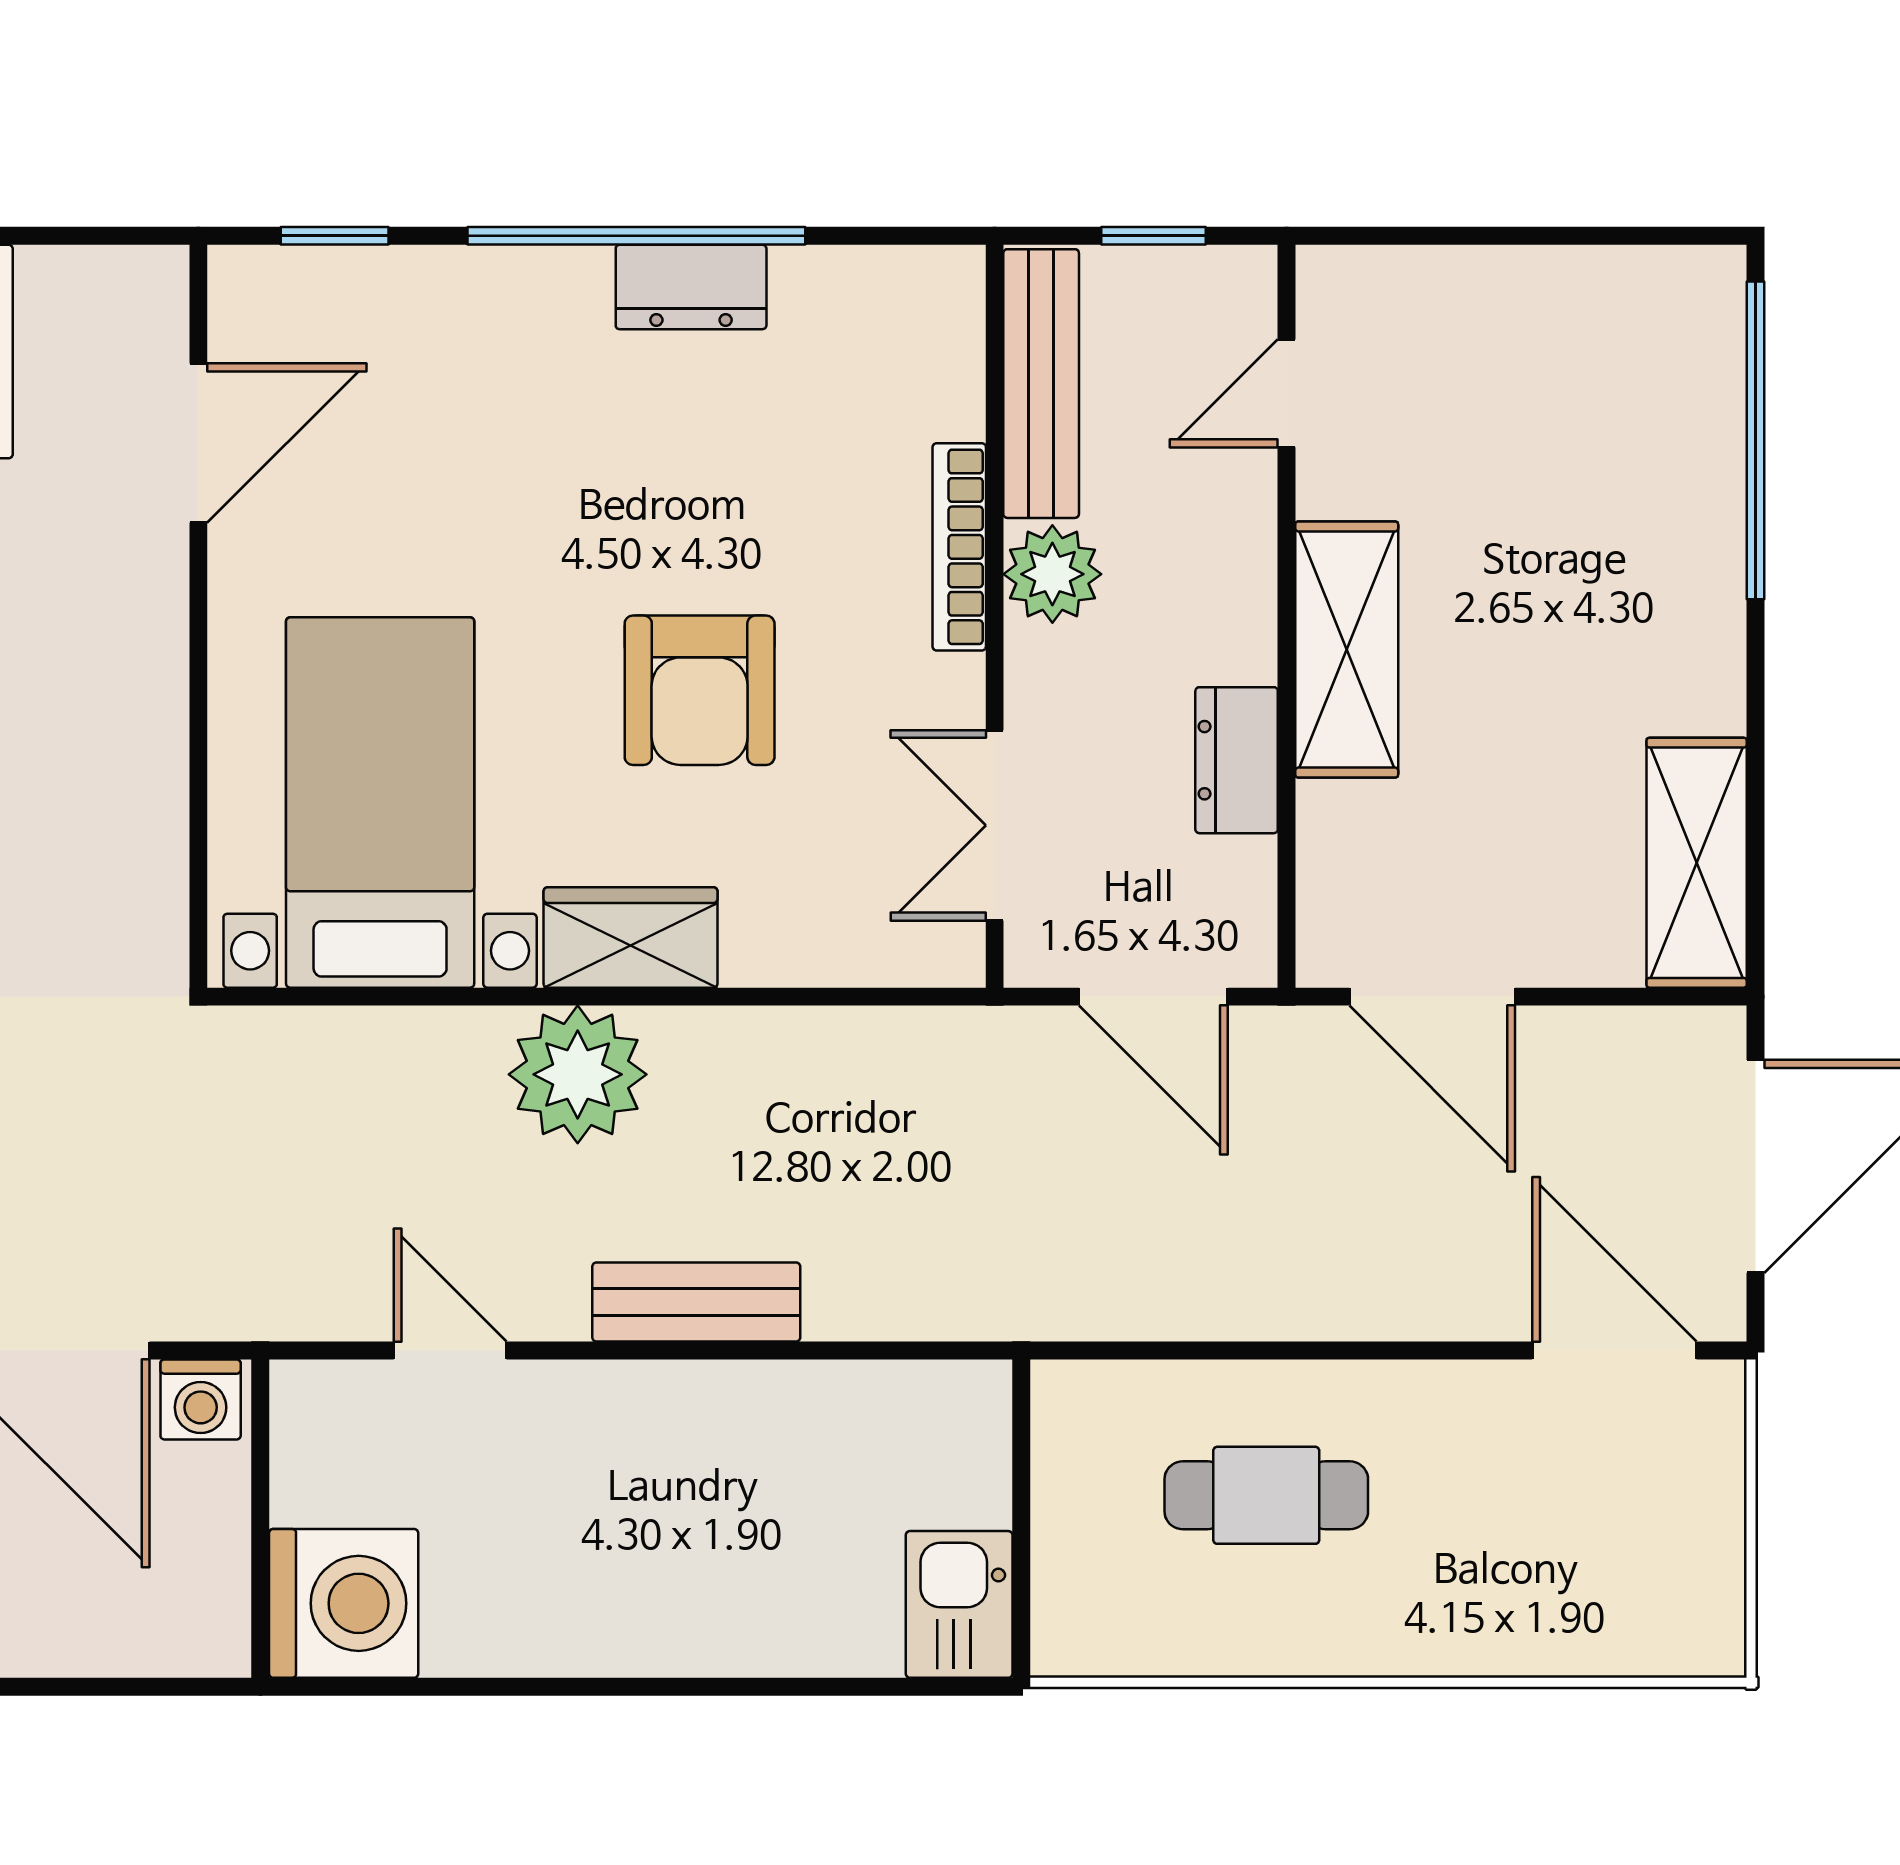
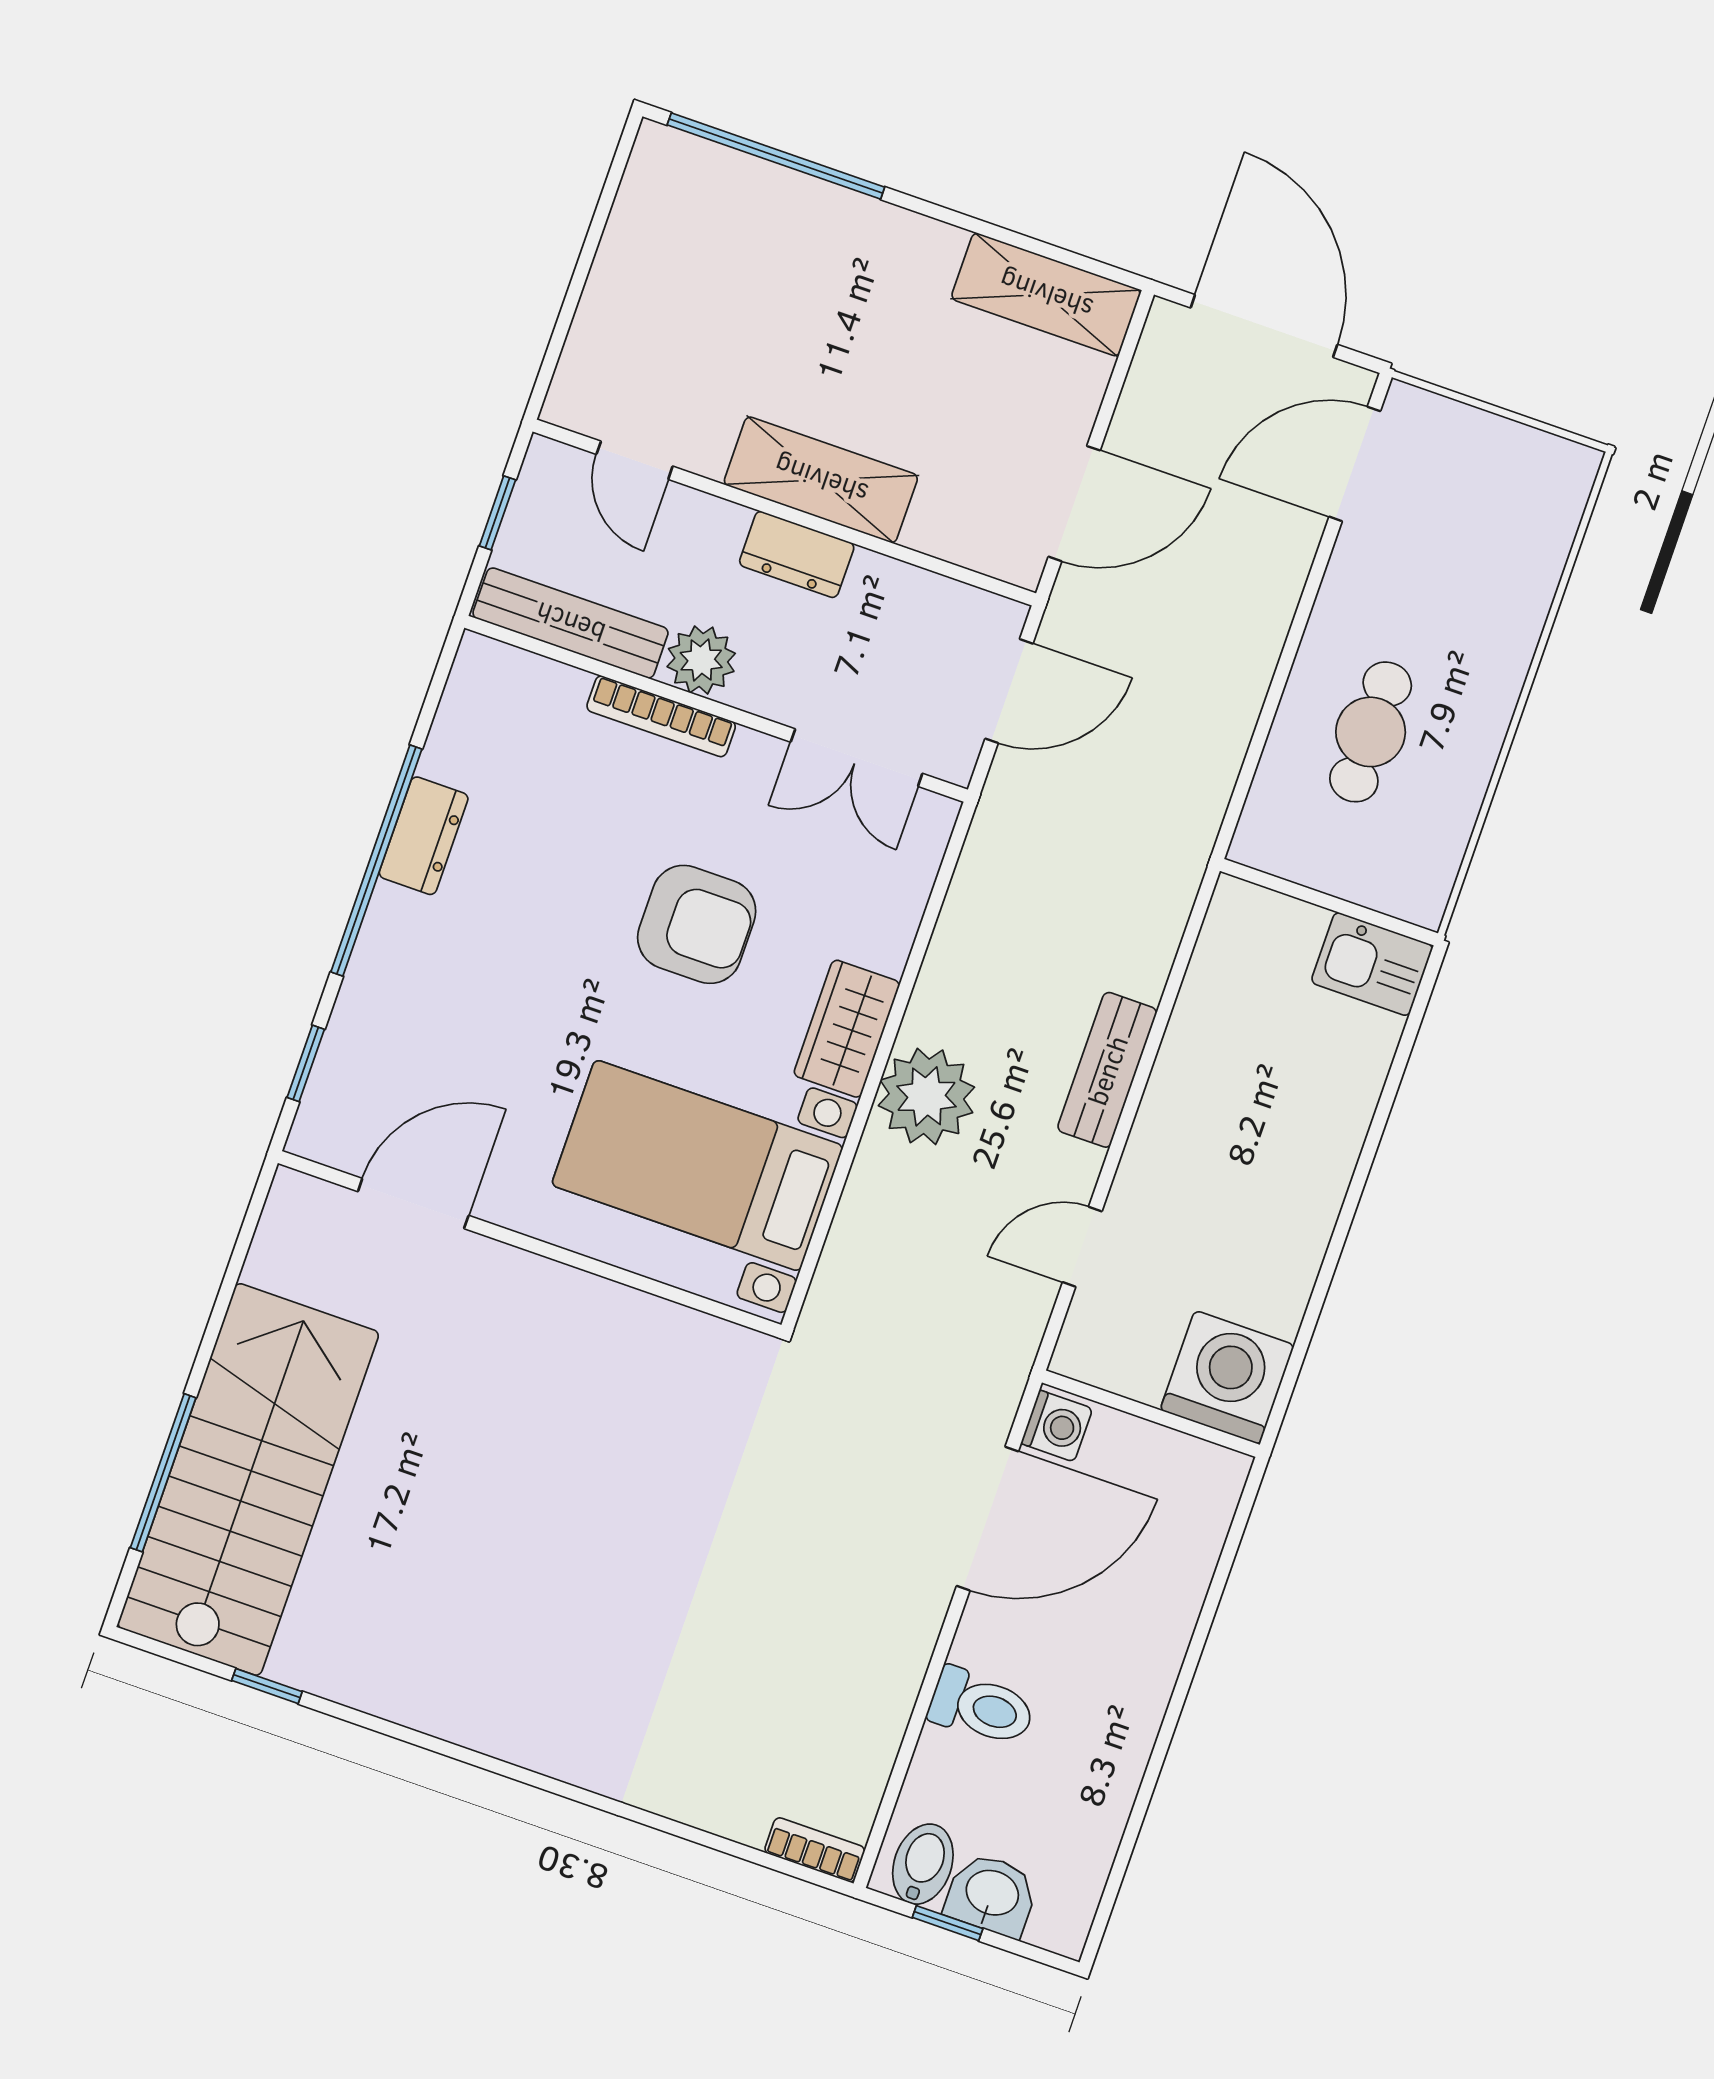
door: (198, 443) -> (413, 1203), hinge flipped
dresser: (1237, 760) -> (797, 554), moved

